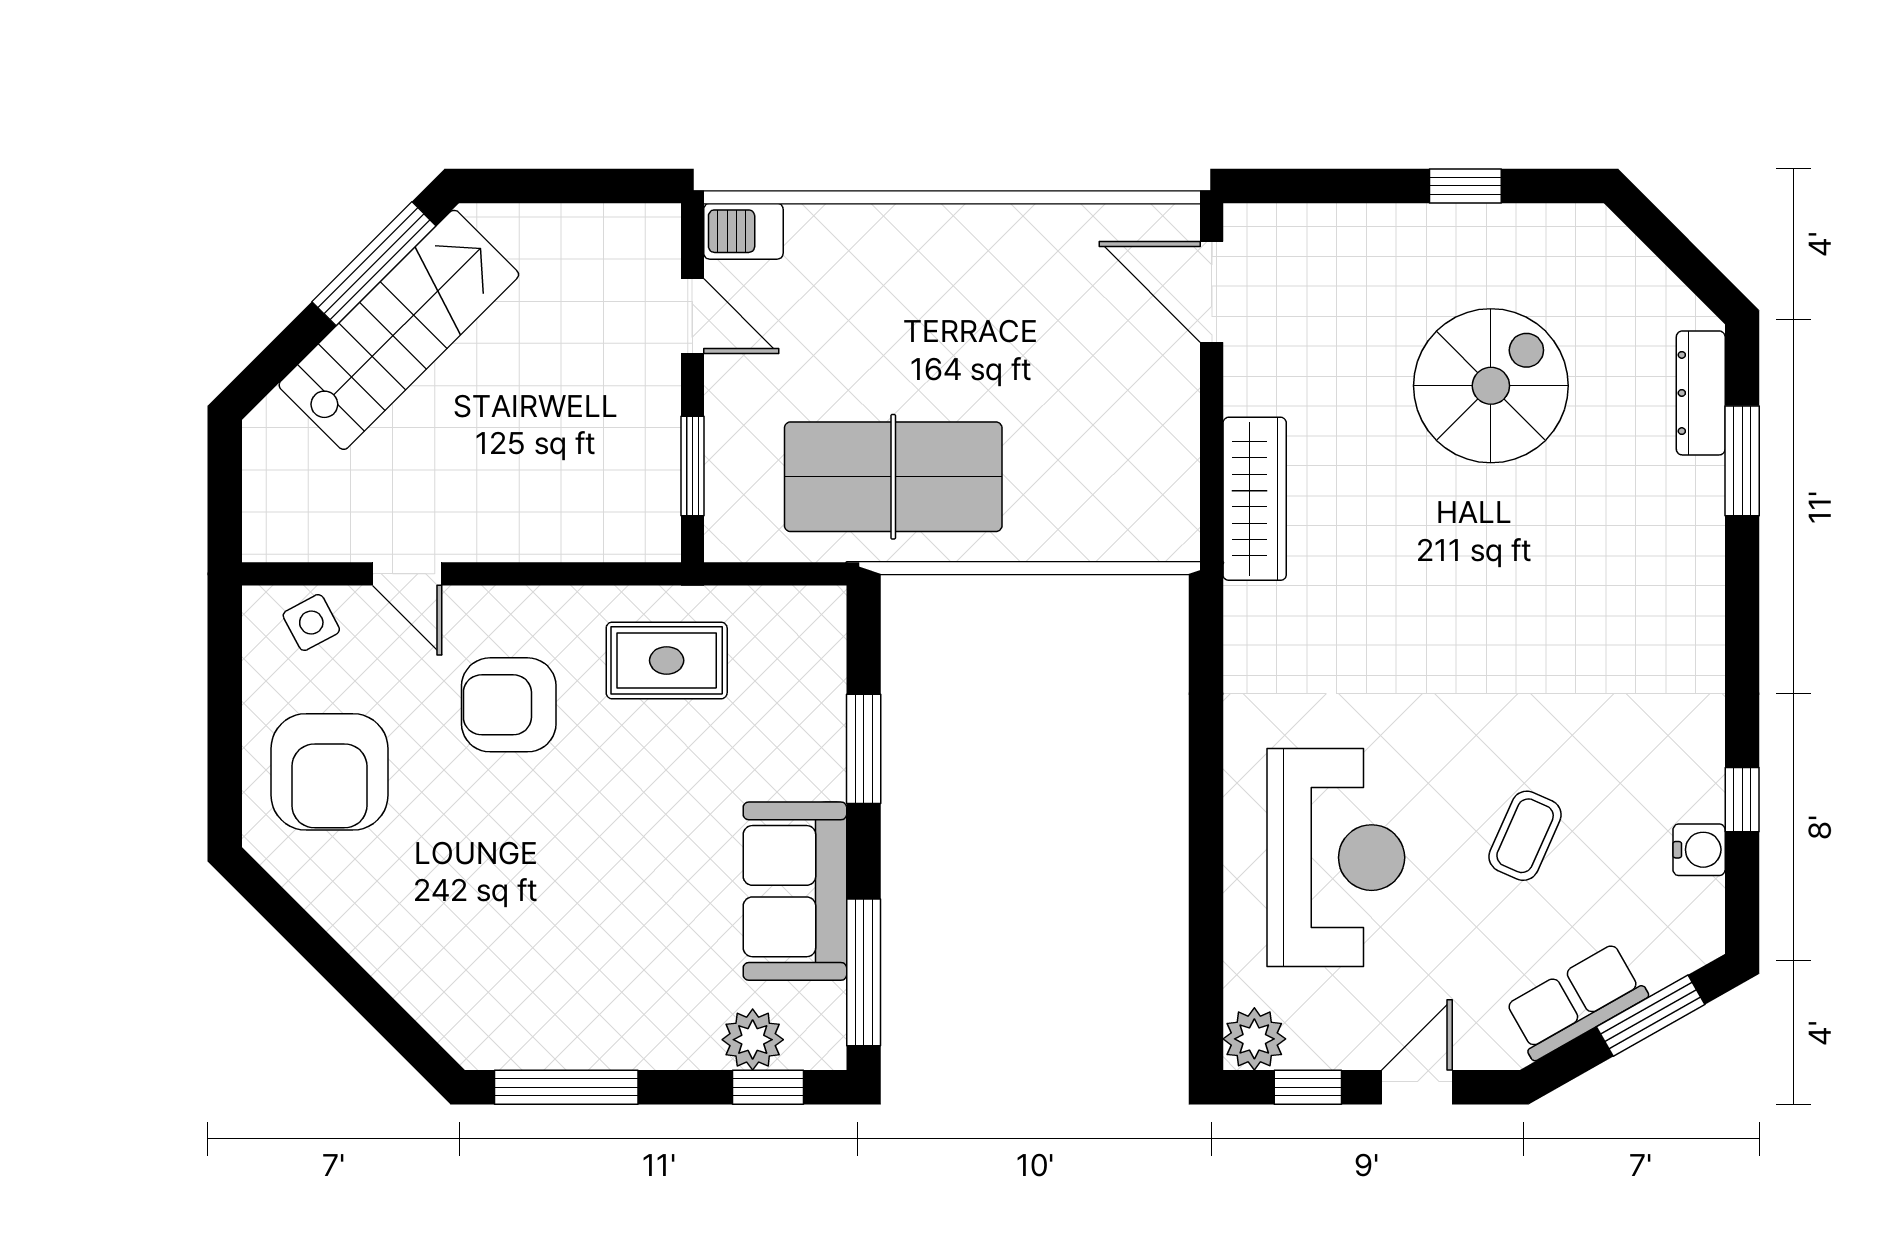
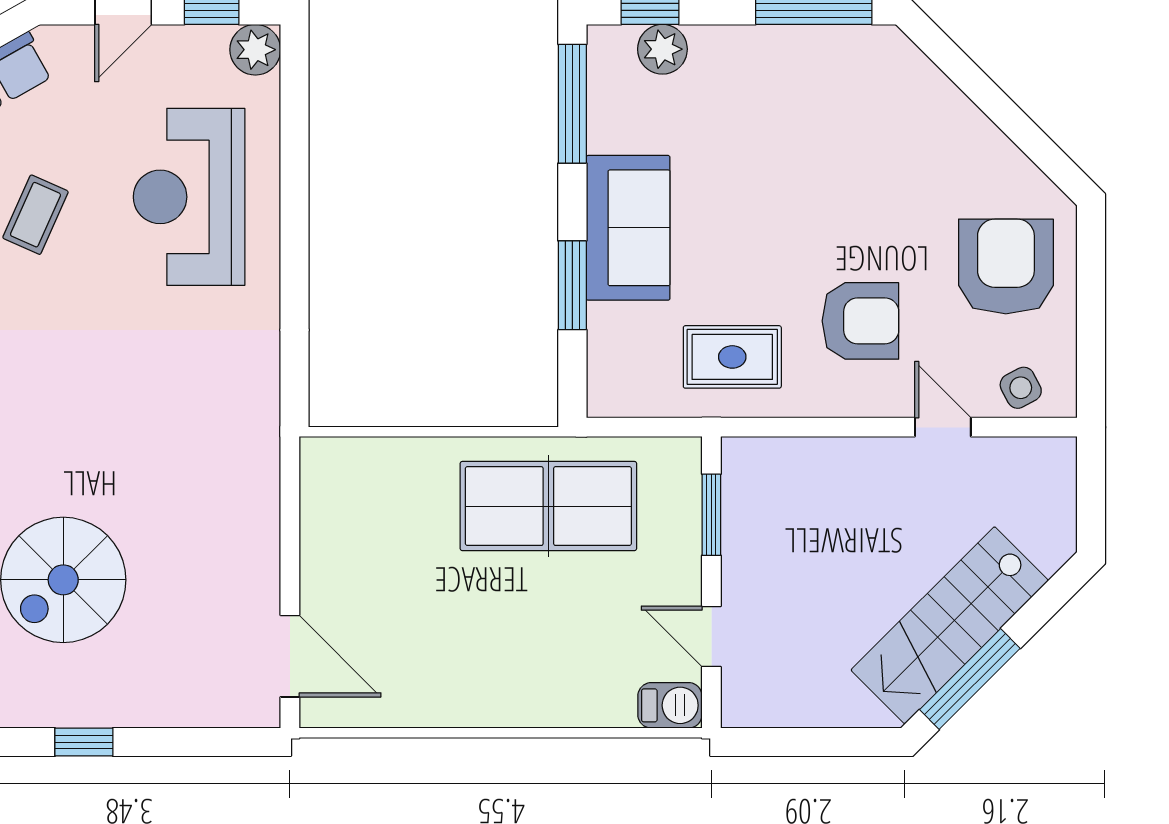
wardrobe: (1255, 499) -> (255, 488), removed
sofa: (795, 891) -> (628, 228), moved

